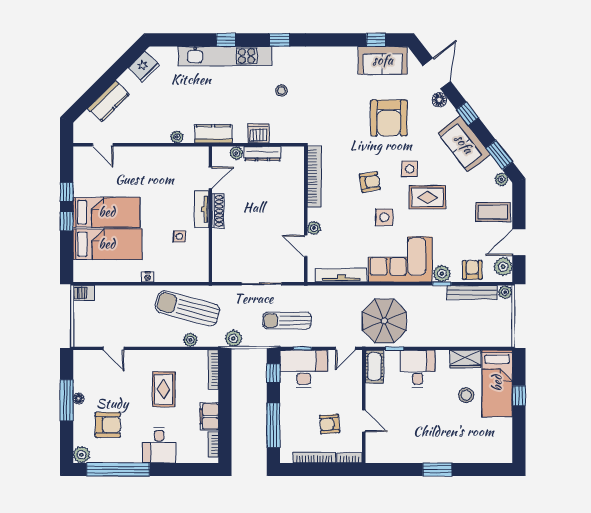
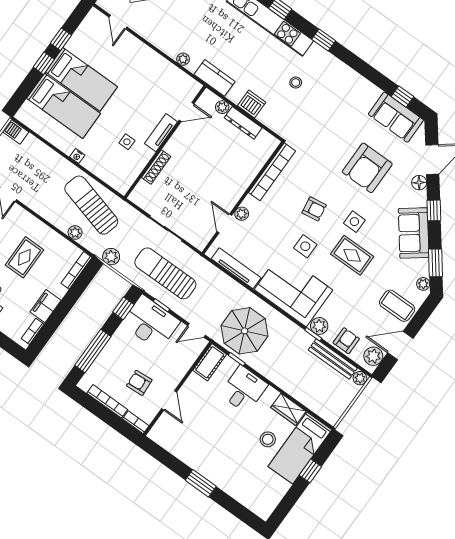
shoe rack: (218, 211) -> (156, 167), moved
sun lounger: (287, 320) -> (165, 273), width x1.36, depth x1.34

